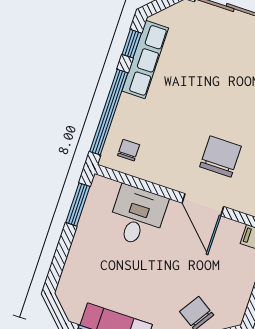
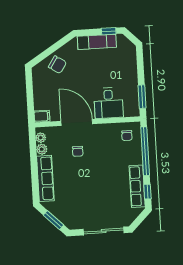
chair: (220, 156) -> (78, 151), width x0.54, depth x0.54
door: (203, 205) -> (77, 122), width x1.36

